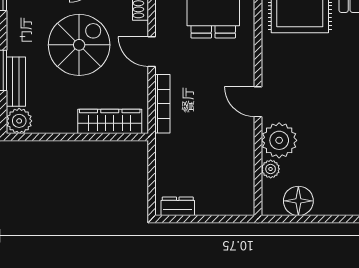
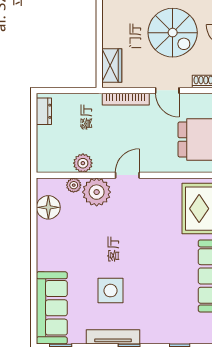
door: (152, 52) -> (167, 90), swing flipped
wardrobe: (110, 121) -> (112, 65), width x0.67
plant: (243, 158) -> (83, 163), added

